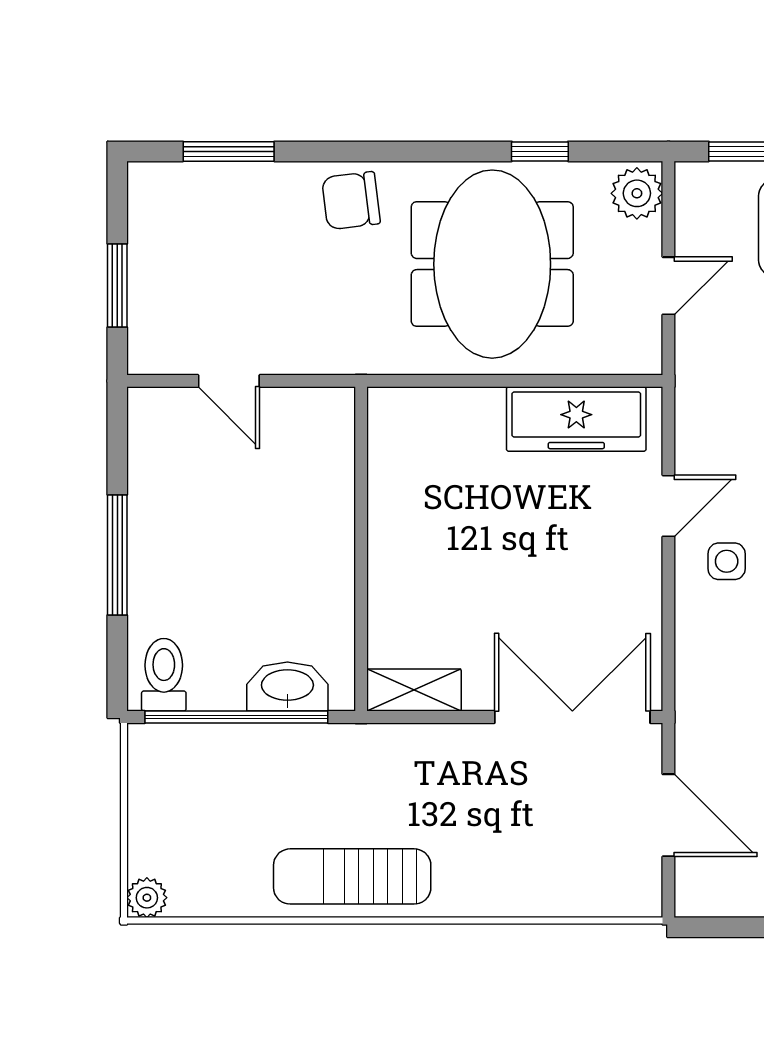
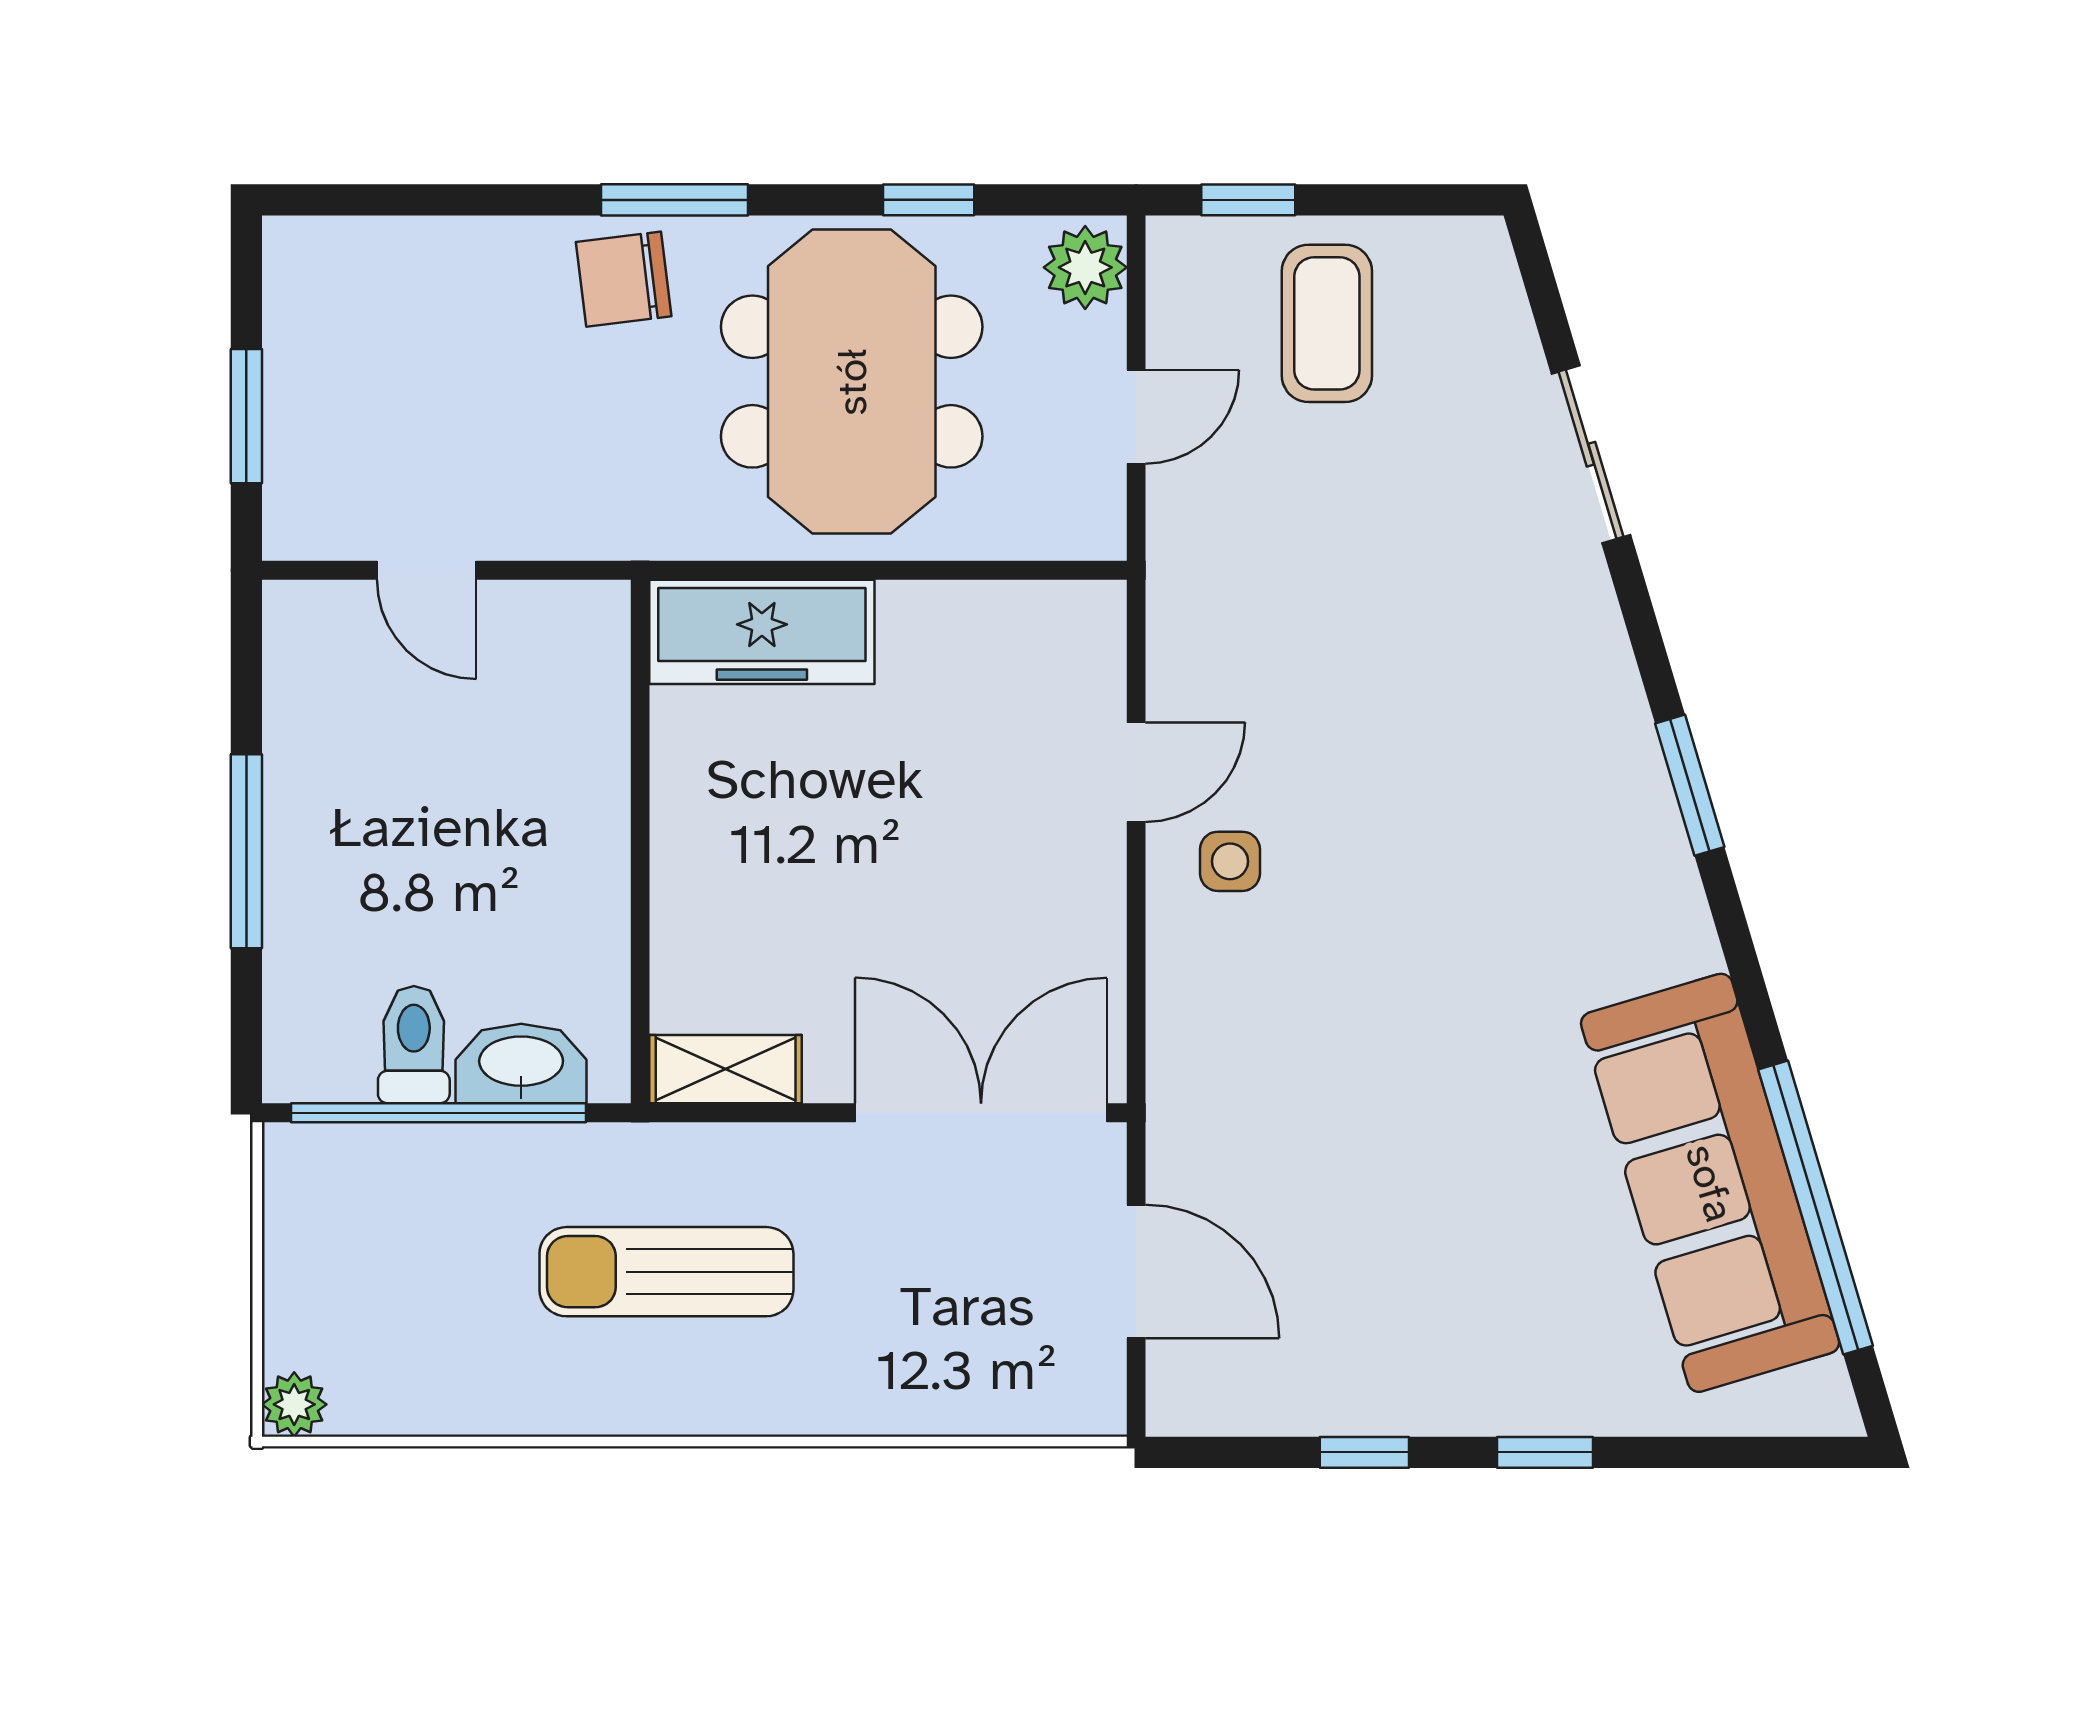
window: (229, 151) -> (675, 200), moved
freezer: (576, 419) -> (762, 632), moved
toilet: (164, 675) -> (414, 1045), moved
sun lounger: (352, 876) -> (666, 1272), moved

